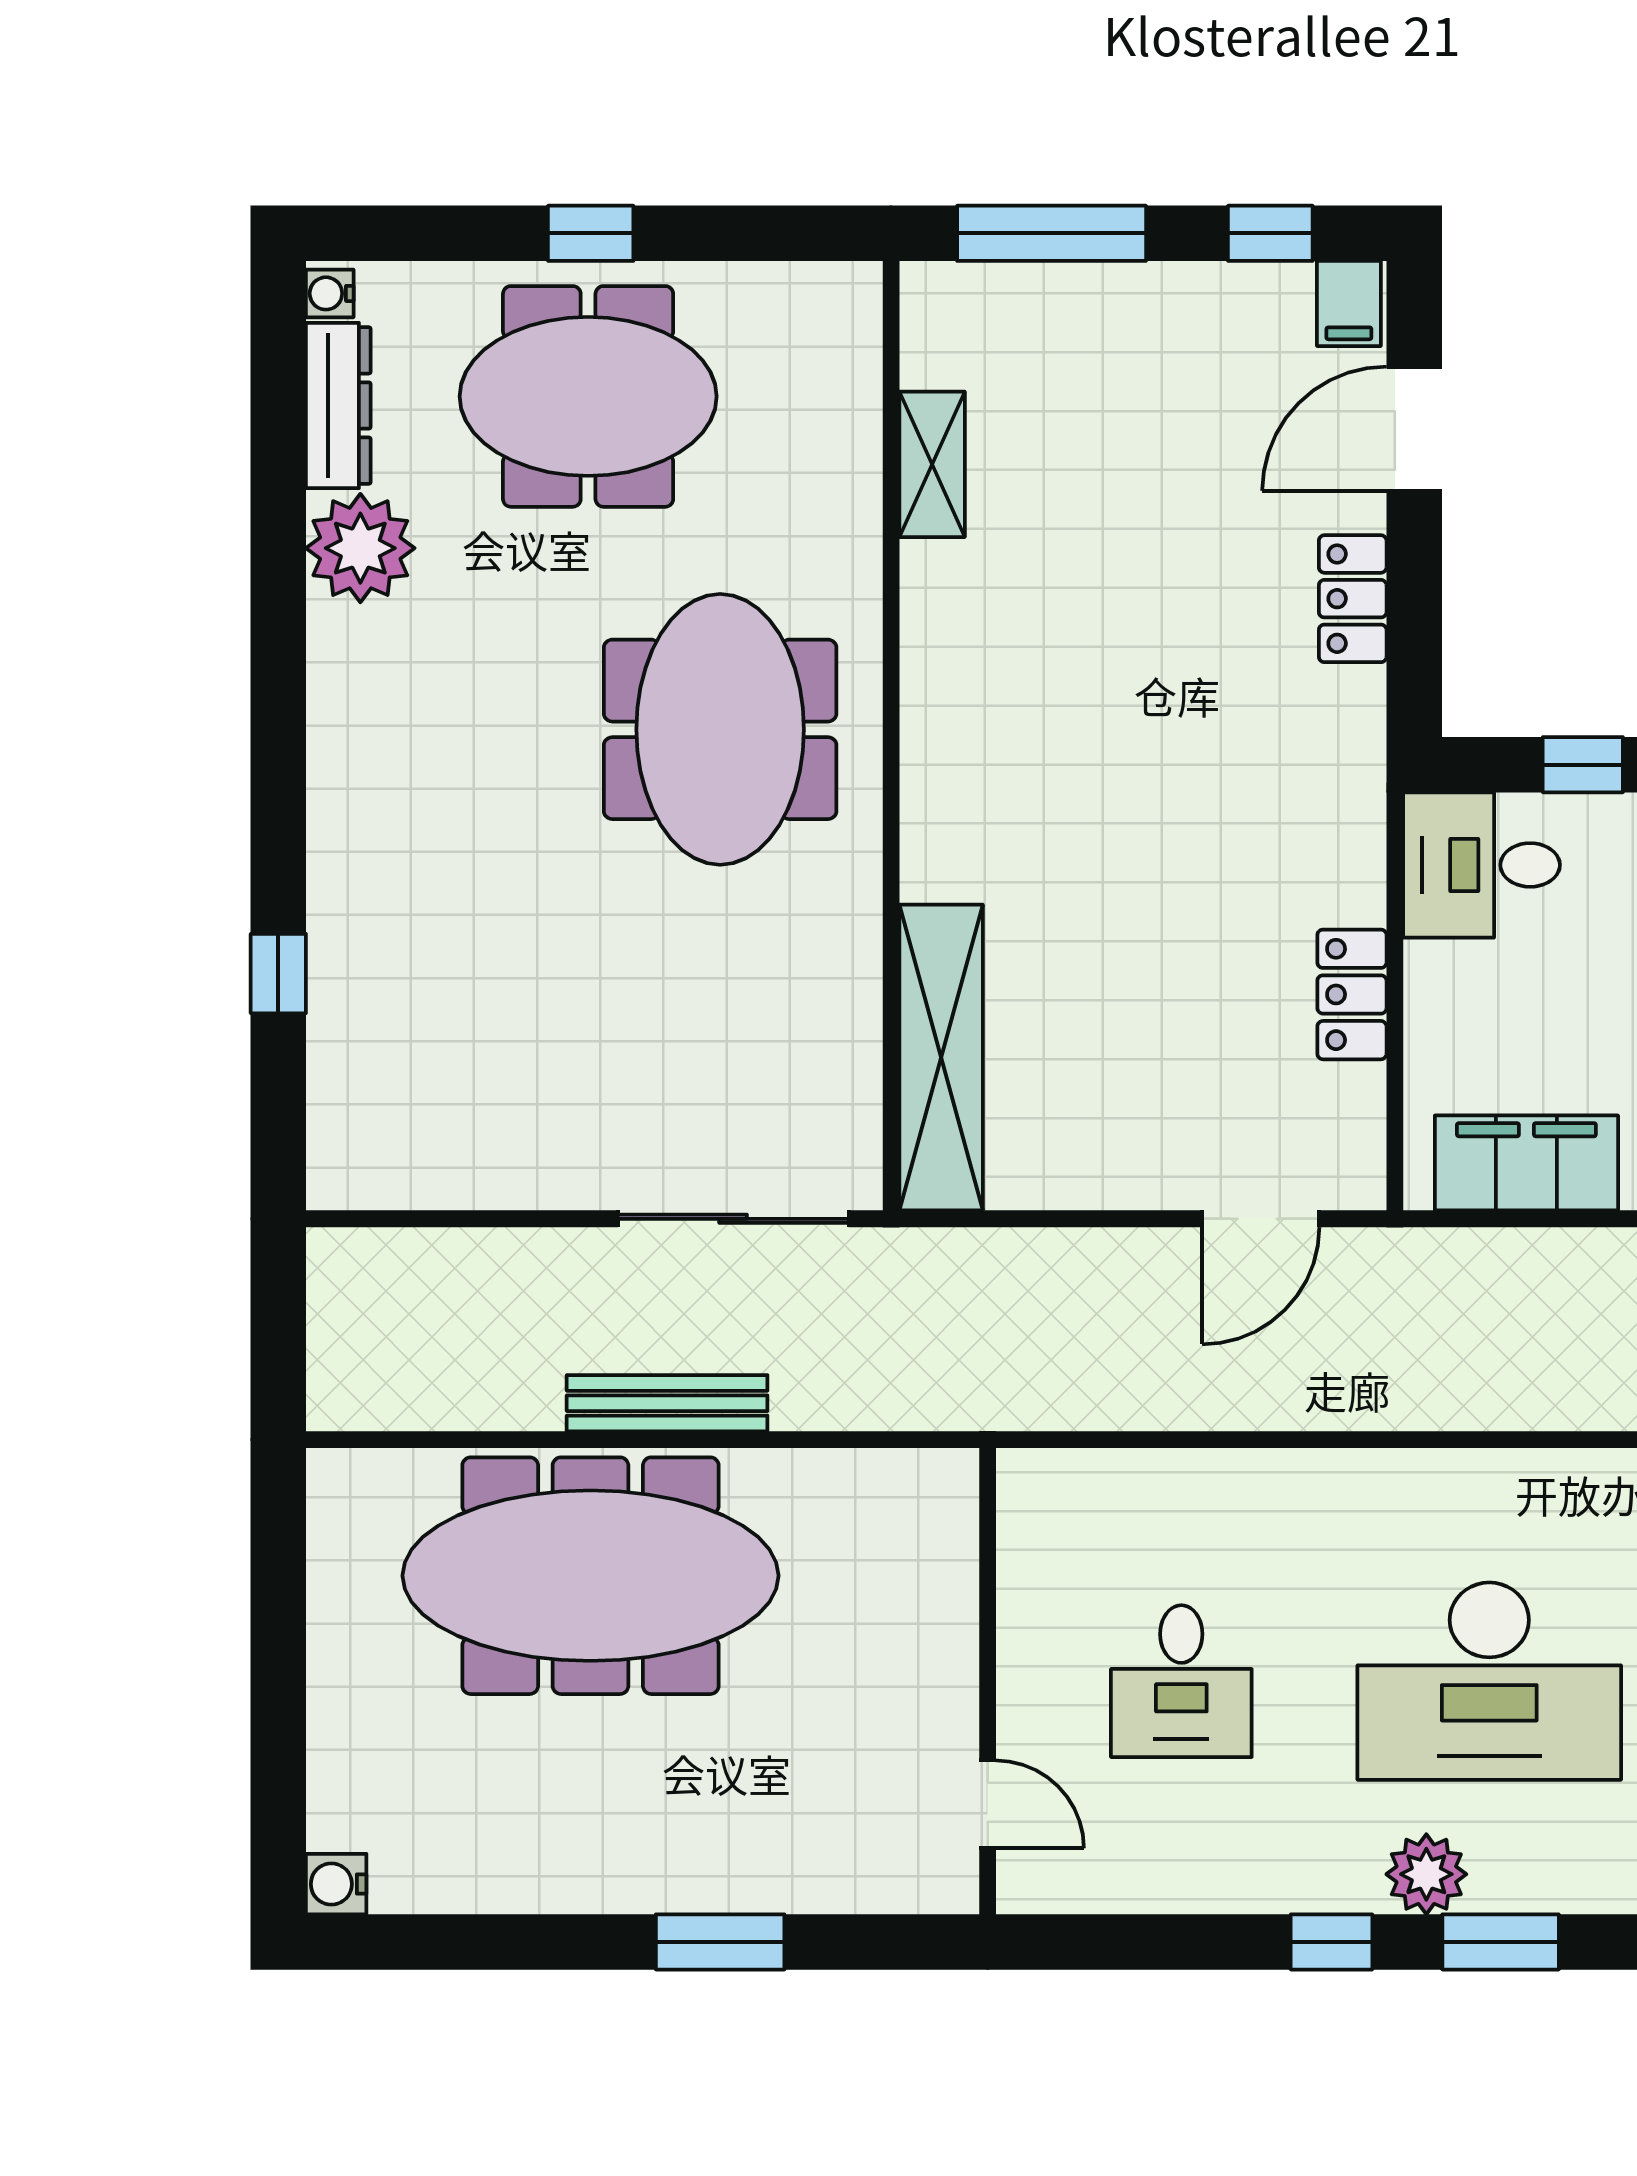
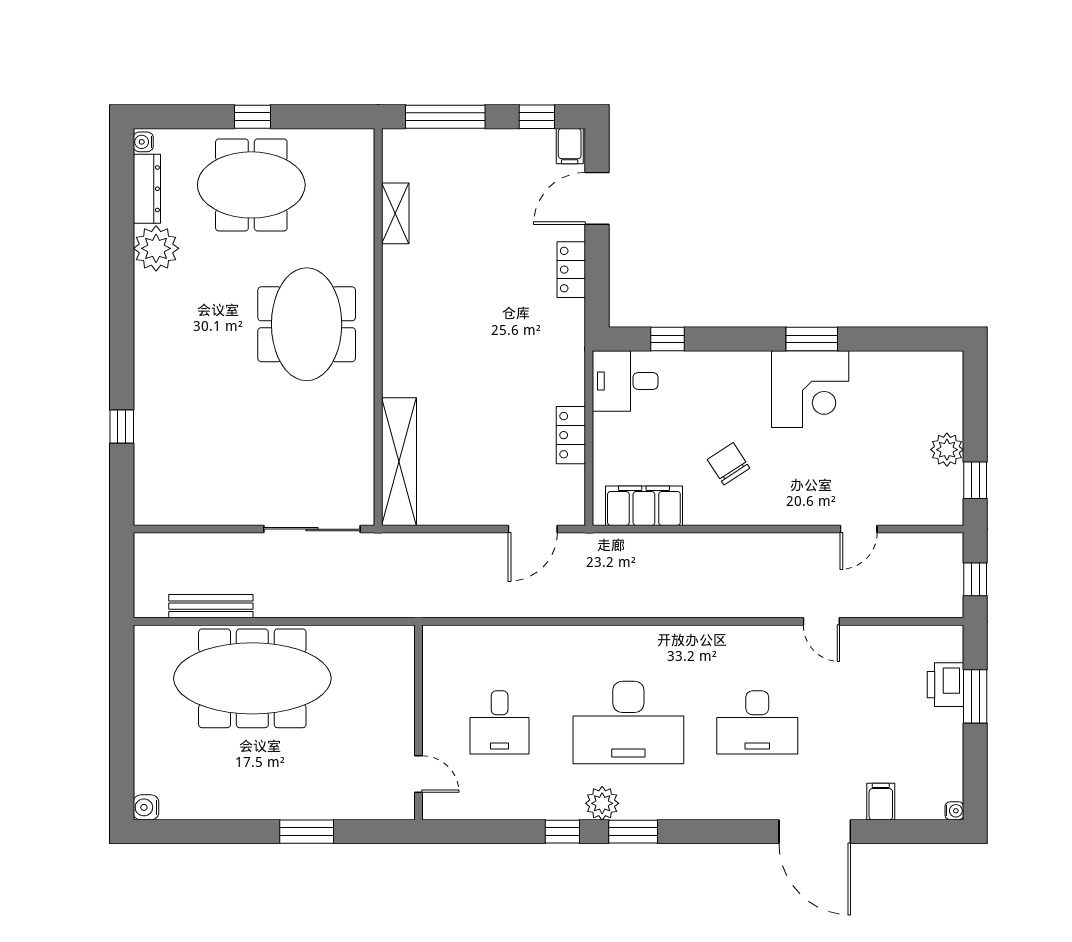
bench: (667, 1403) -> (211, 606), moved

